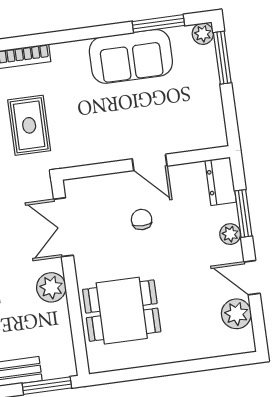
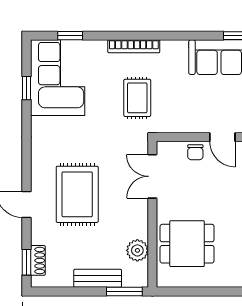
chair: (142, 219) -> (195, 152), moved, turned 180
plant: (51, 287) -> (137, 250), moved

